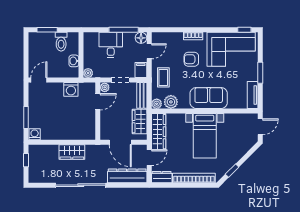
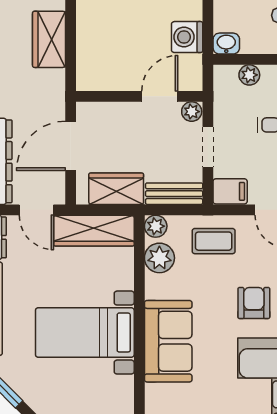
washbasin: (74, 61) -> (226, 44), moved
plant: (88, 73) -> (249, 75), moved
door: (98, 102) -> (160, 96), swing flipped

